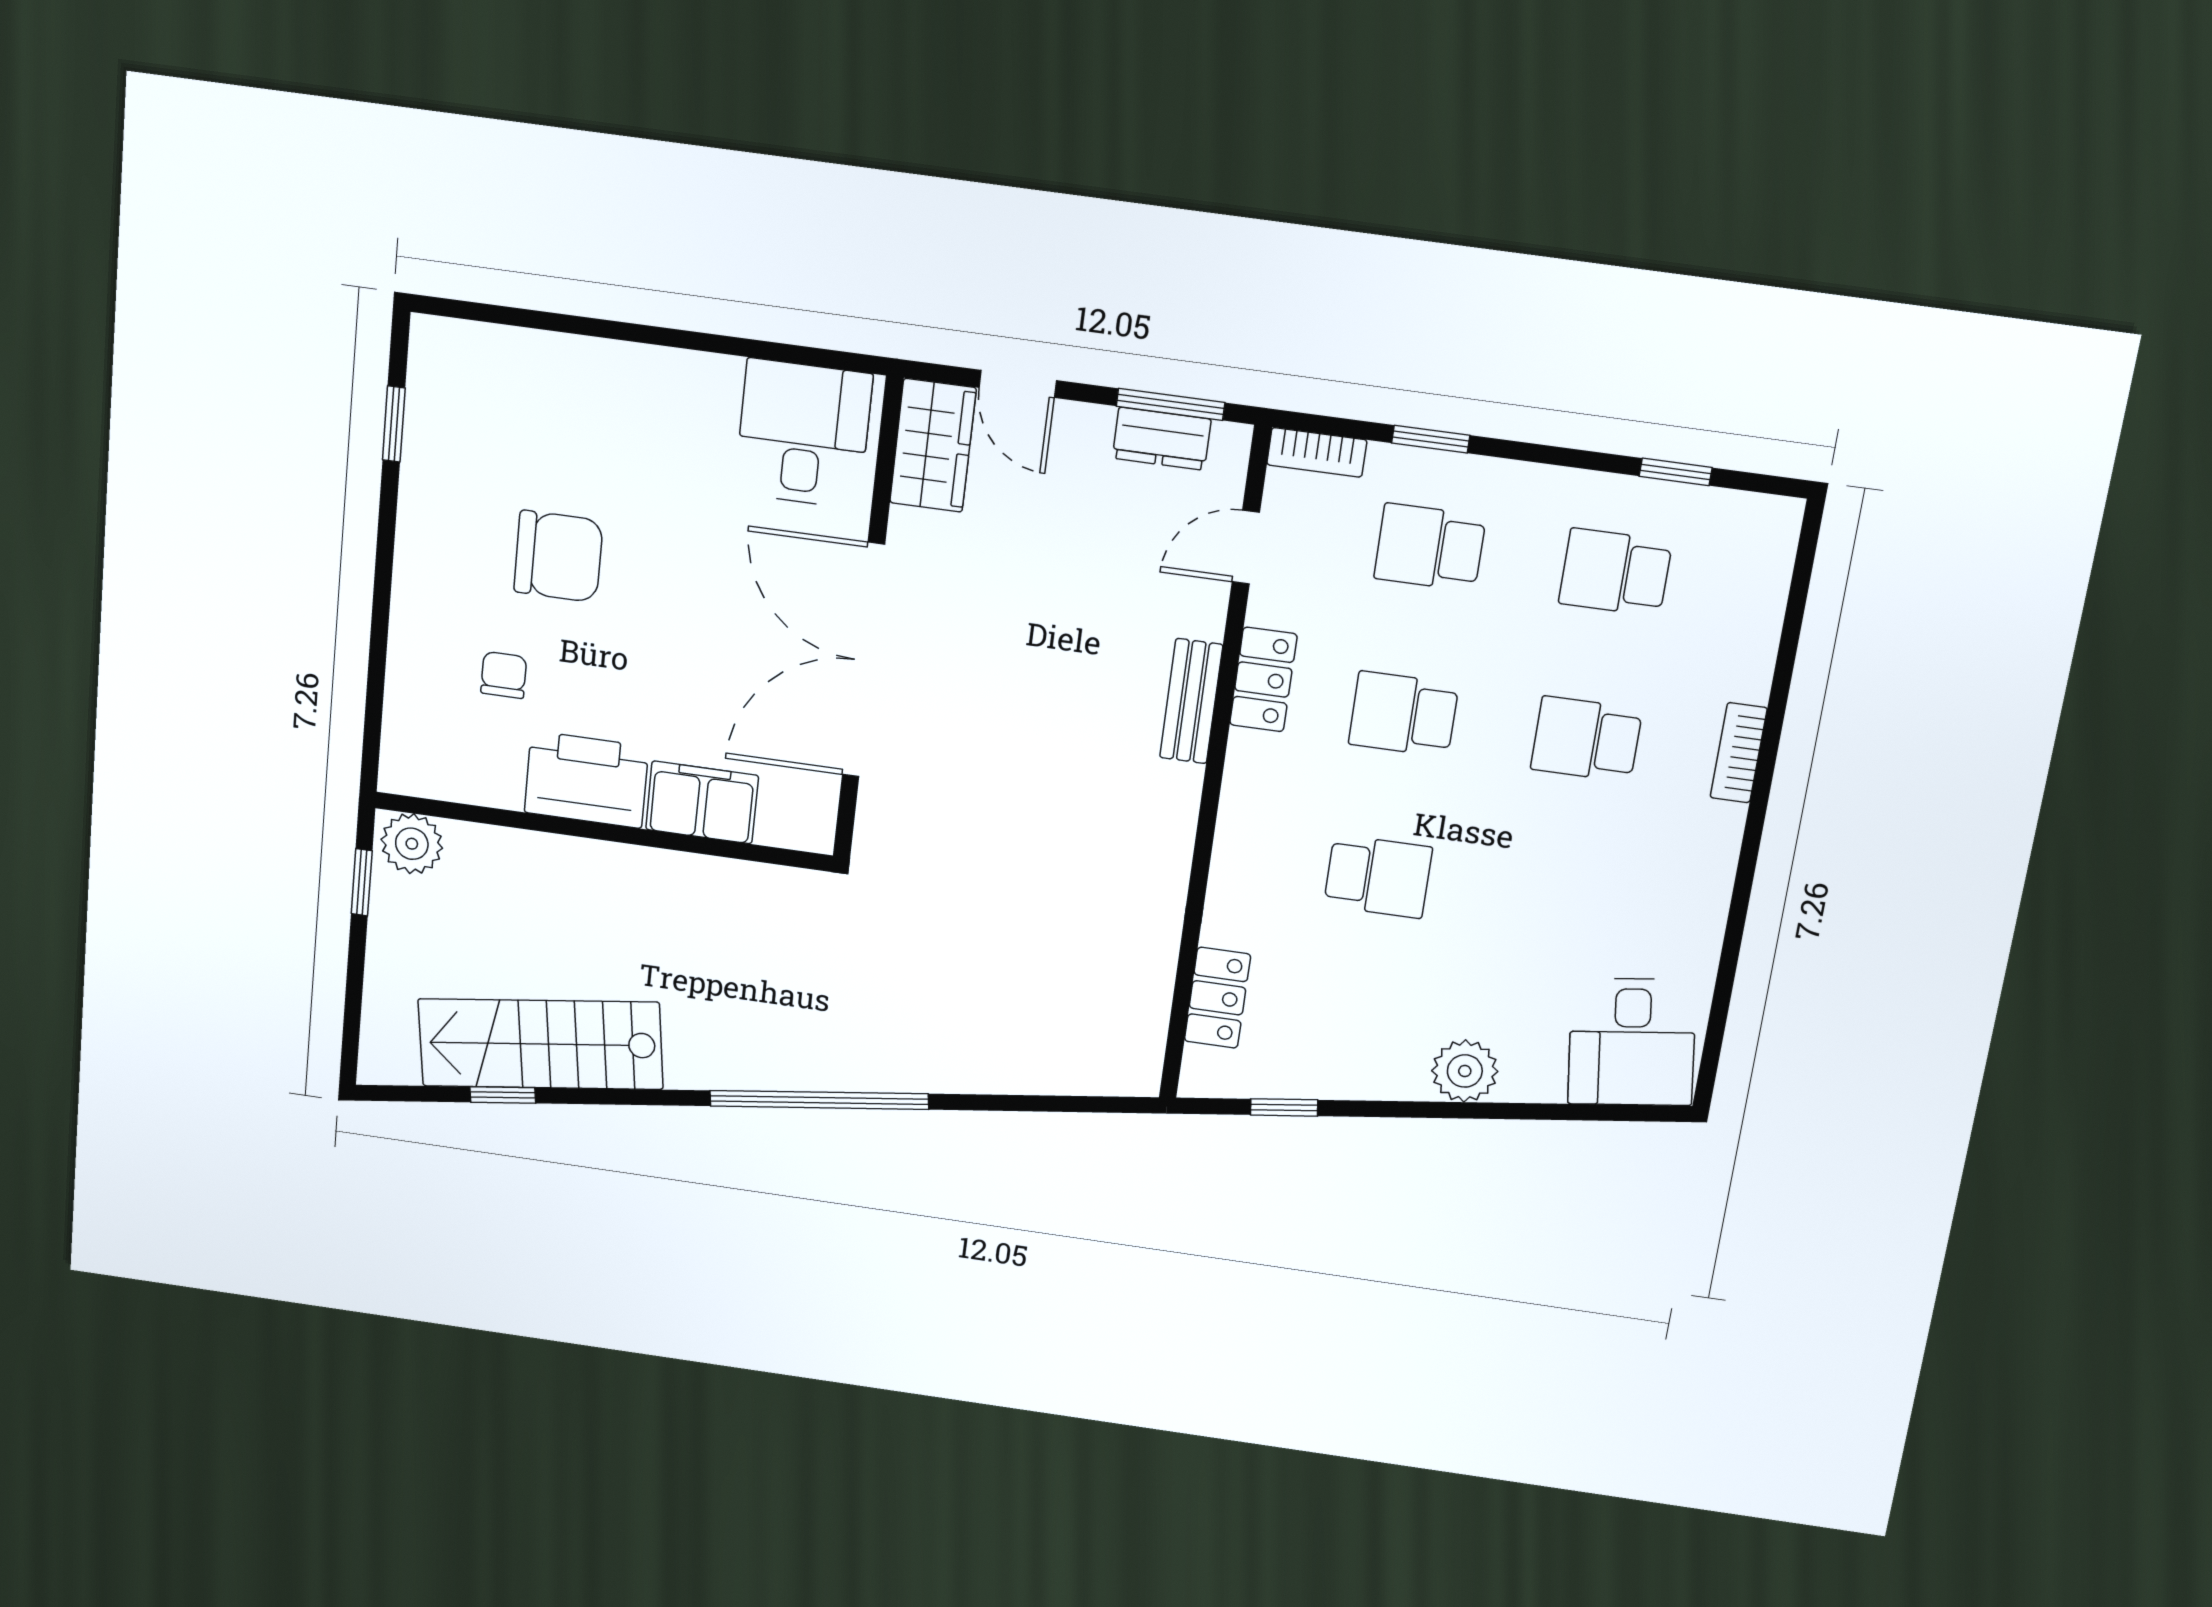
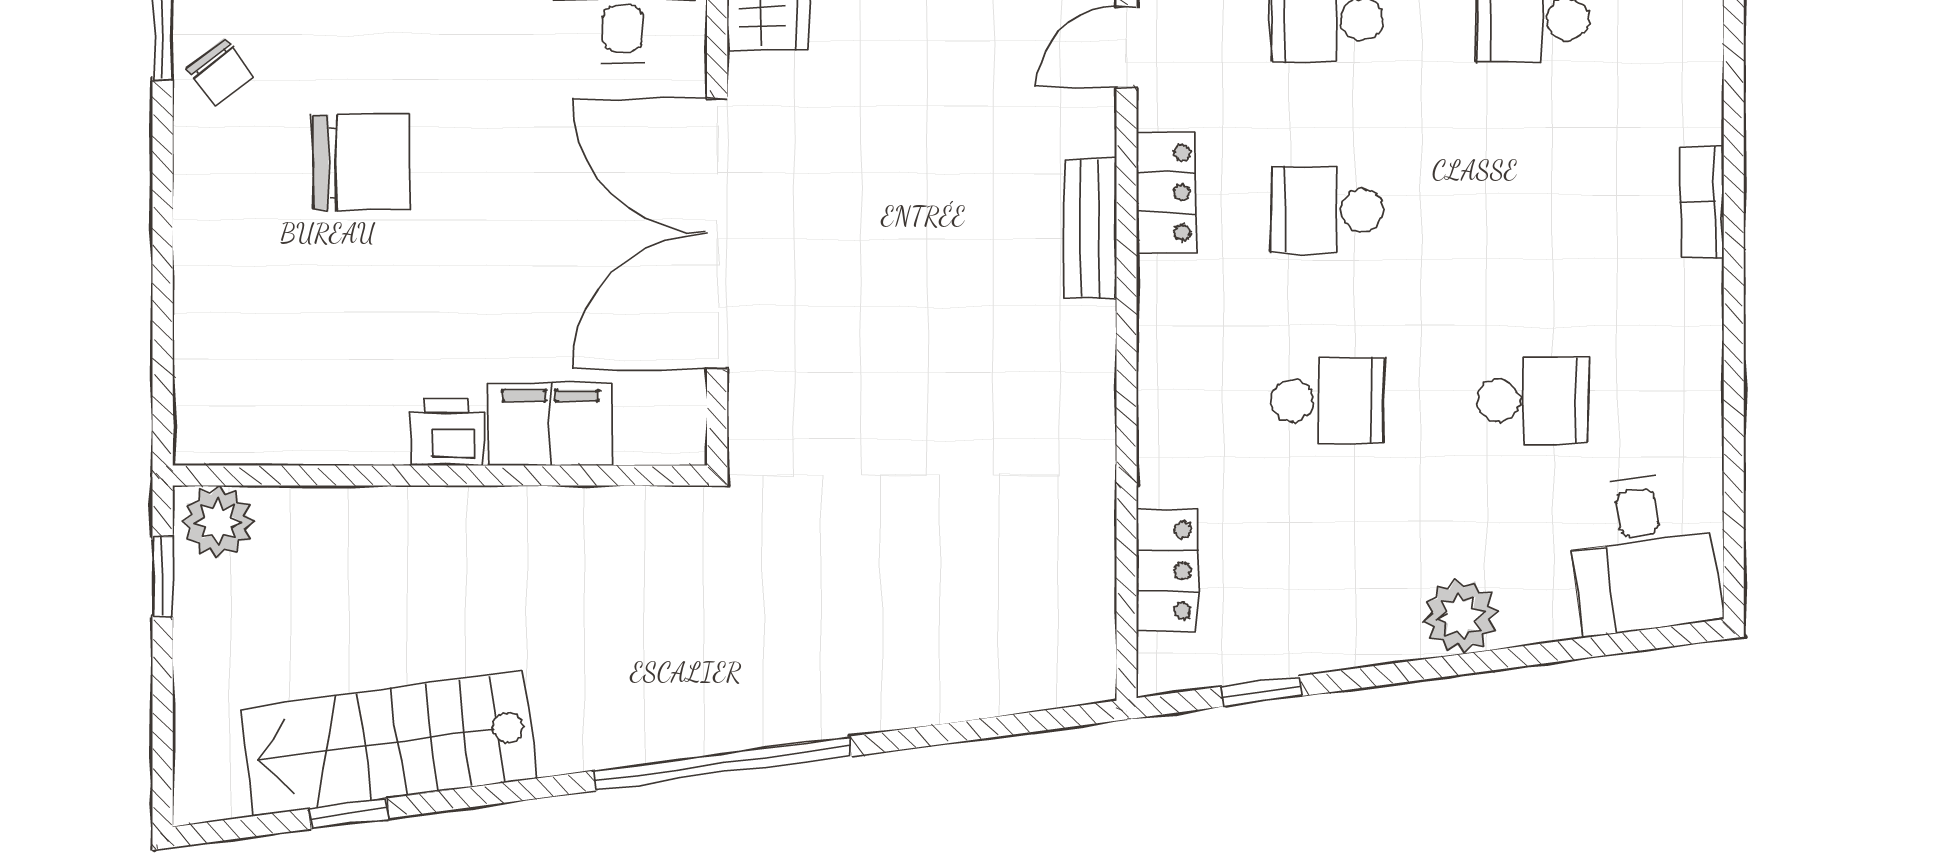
chair: (504, 675) -> (220, 73), moved, turned 142
school desk: (1586, 739) -> (1533, 401), moved, turned 180
printer: (586, 780) -> (447, 432), width x0.53, depth x0.68

